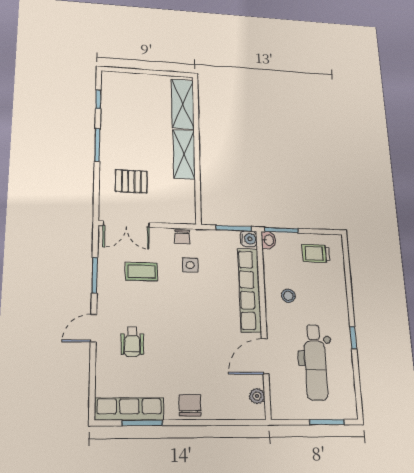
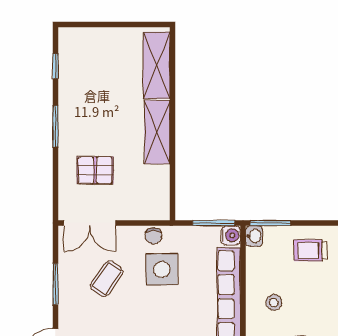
side table: (190, 265) -> (162, 269), width x1.87, depth x1.87
coffee table: (141, 272) -> (107, 279), turned -55

